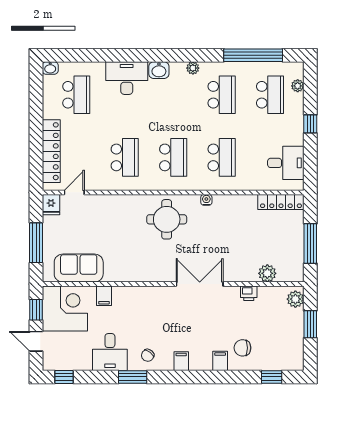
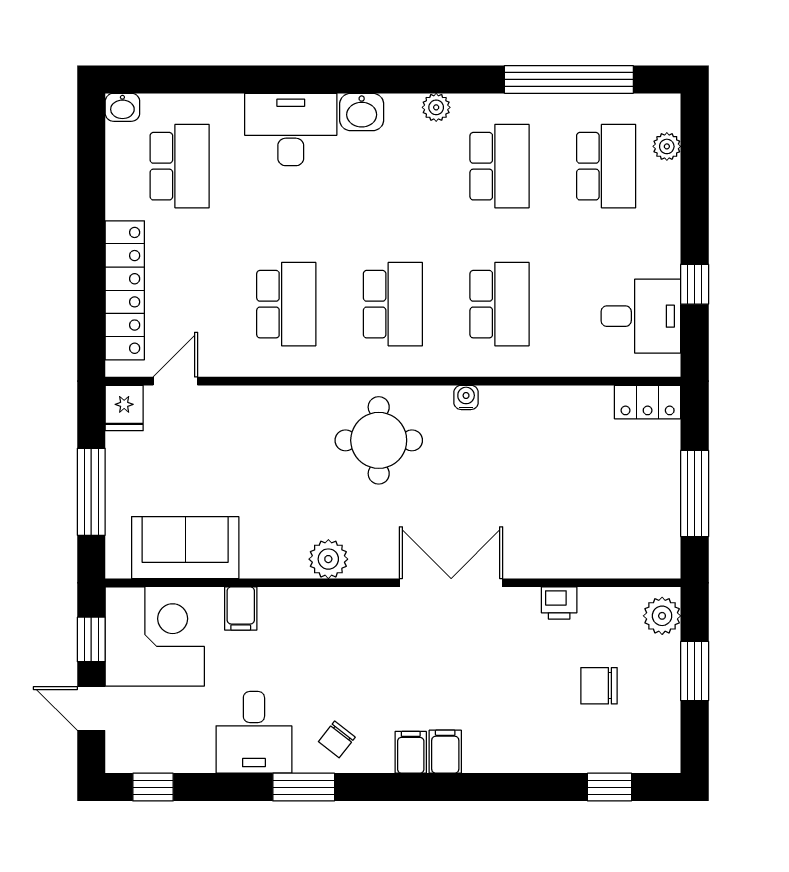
window: (310, 124) -> (695, 284), moved
locker: (281, 202) -> (648, 402), width x0.66
plant: (267, 273) -> (328, 559), moved
chair: (242, 348) -> (599, 686), moved
filing cabinet: (220, 361) -> (445, 752), moved

